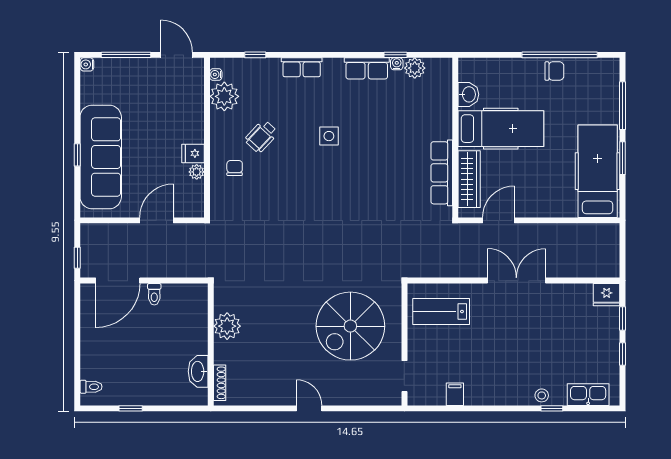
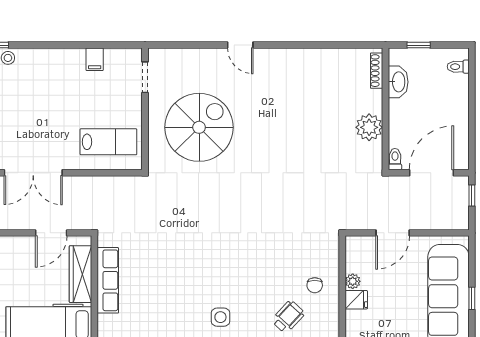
plant: (227, 326) -> (369, 127), moved
wall: (211, 344) -> (386, 109), moved
washbasin: (198, 371) -> (398, 82), moved
shoe rack: (220, 383) -> (377, 71), moved

